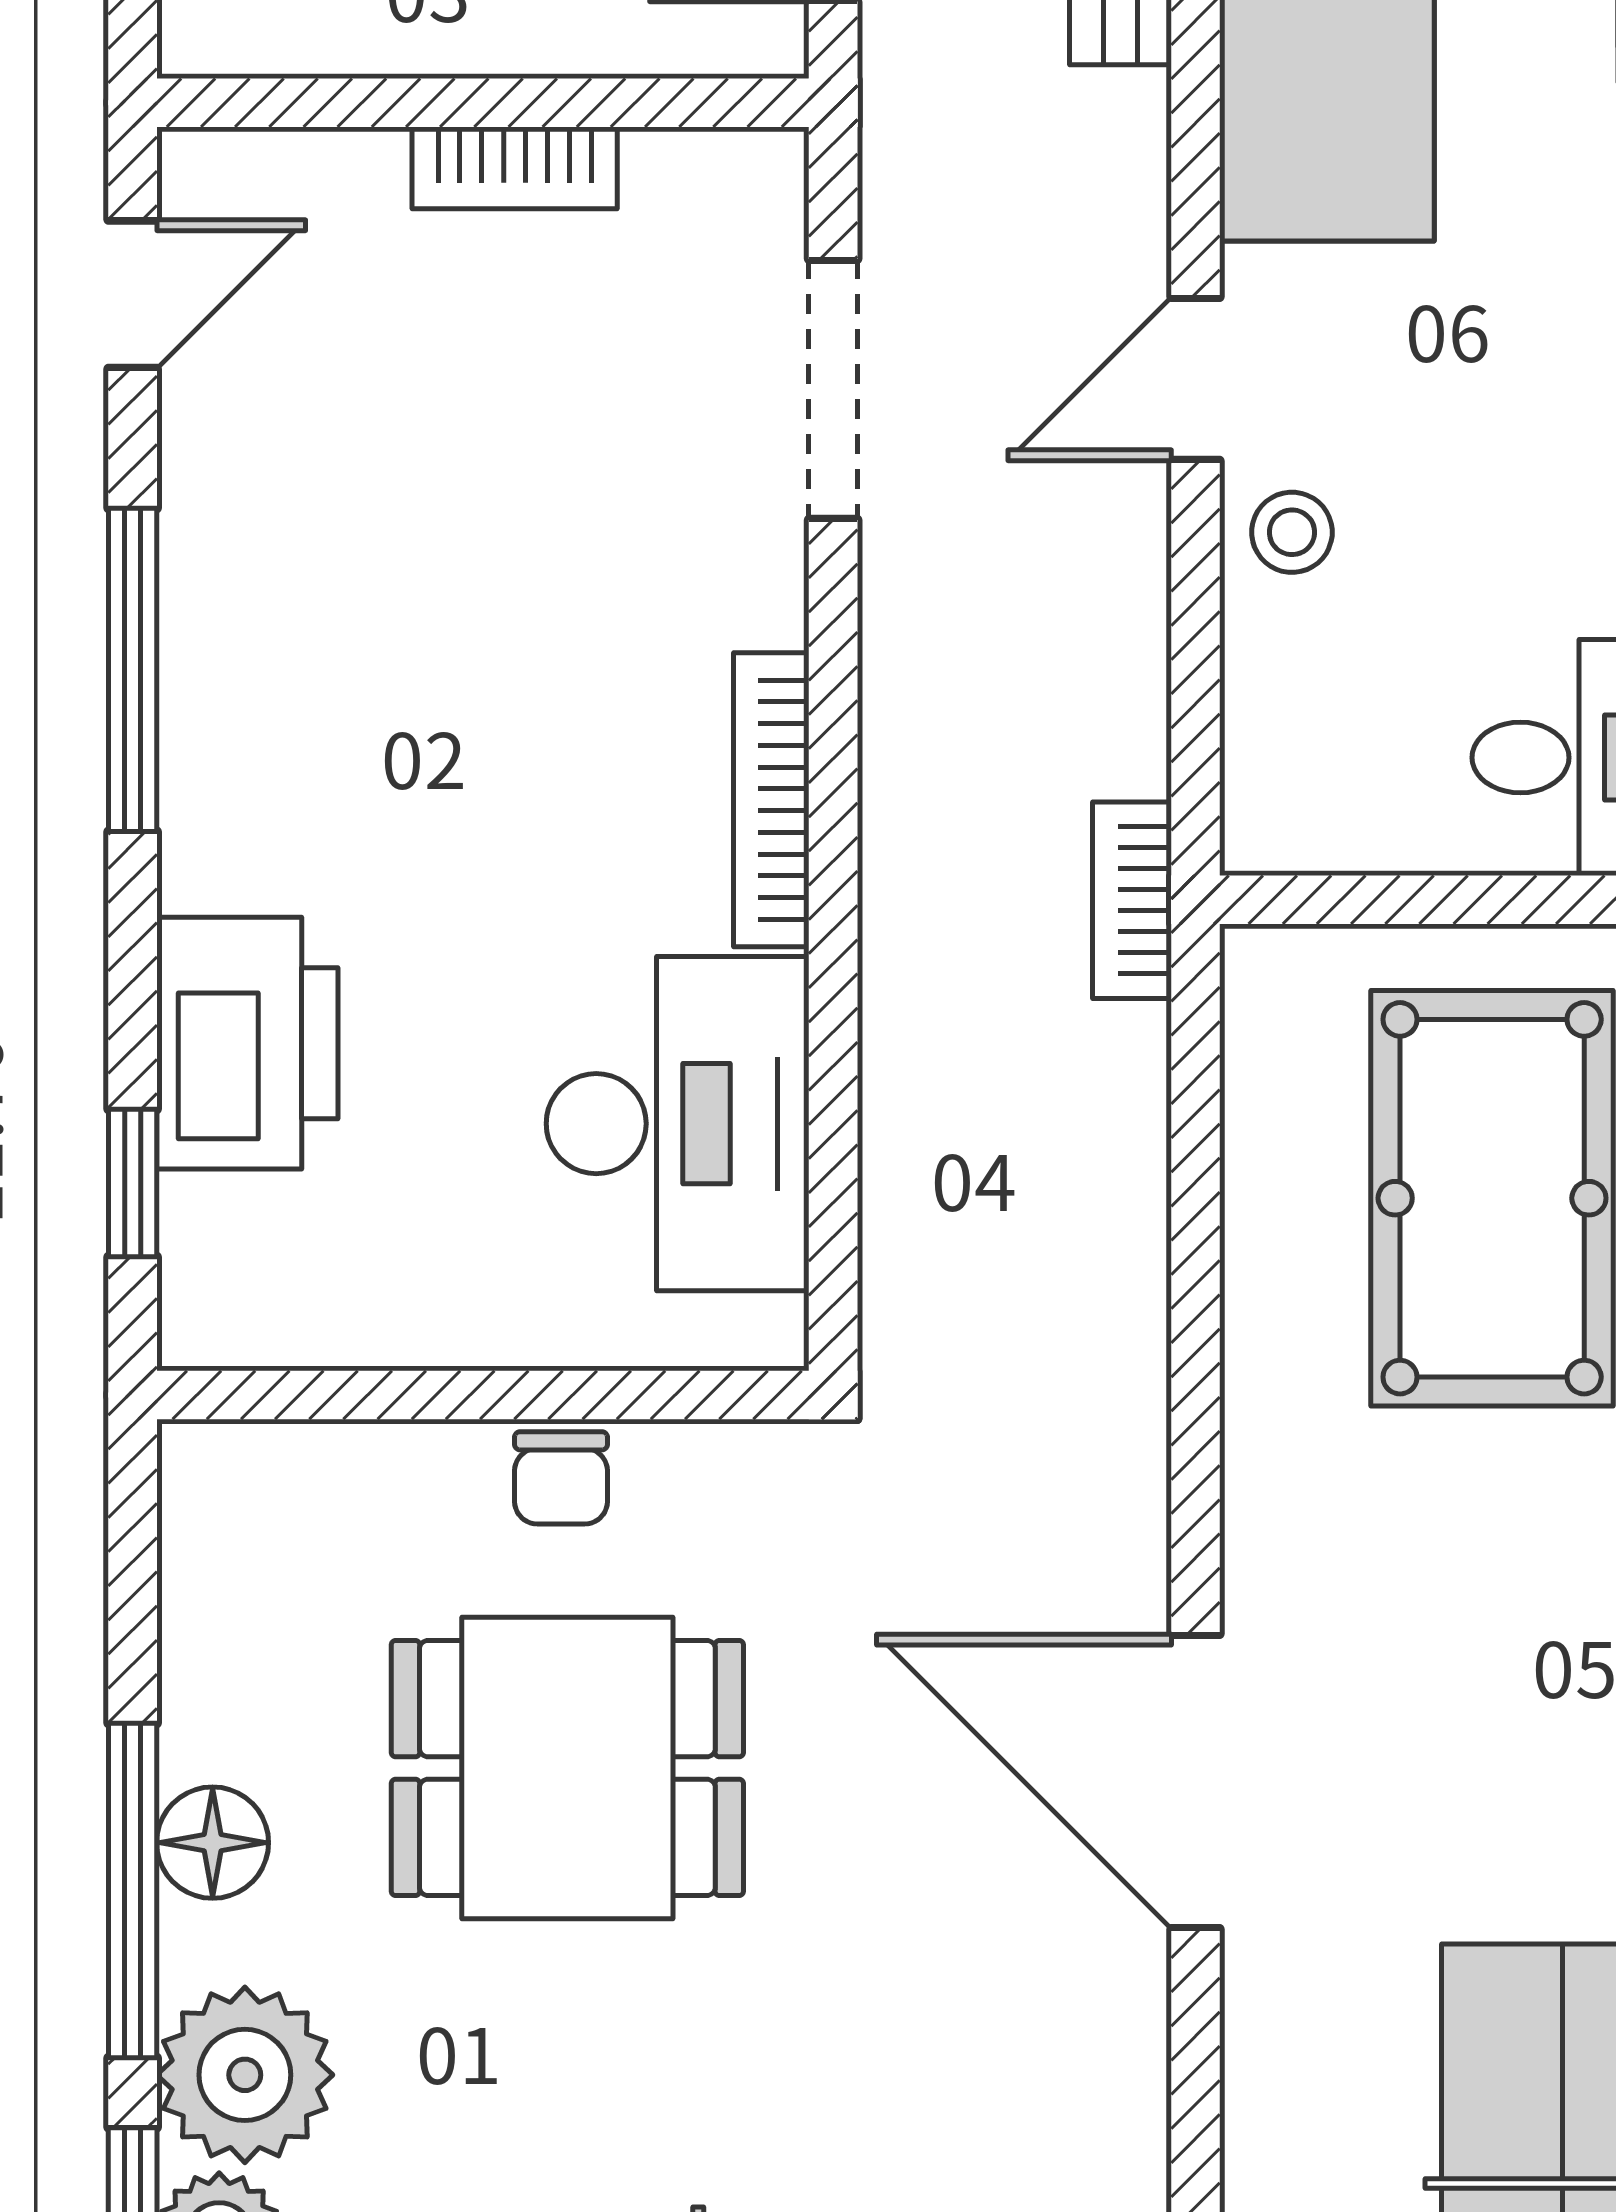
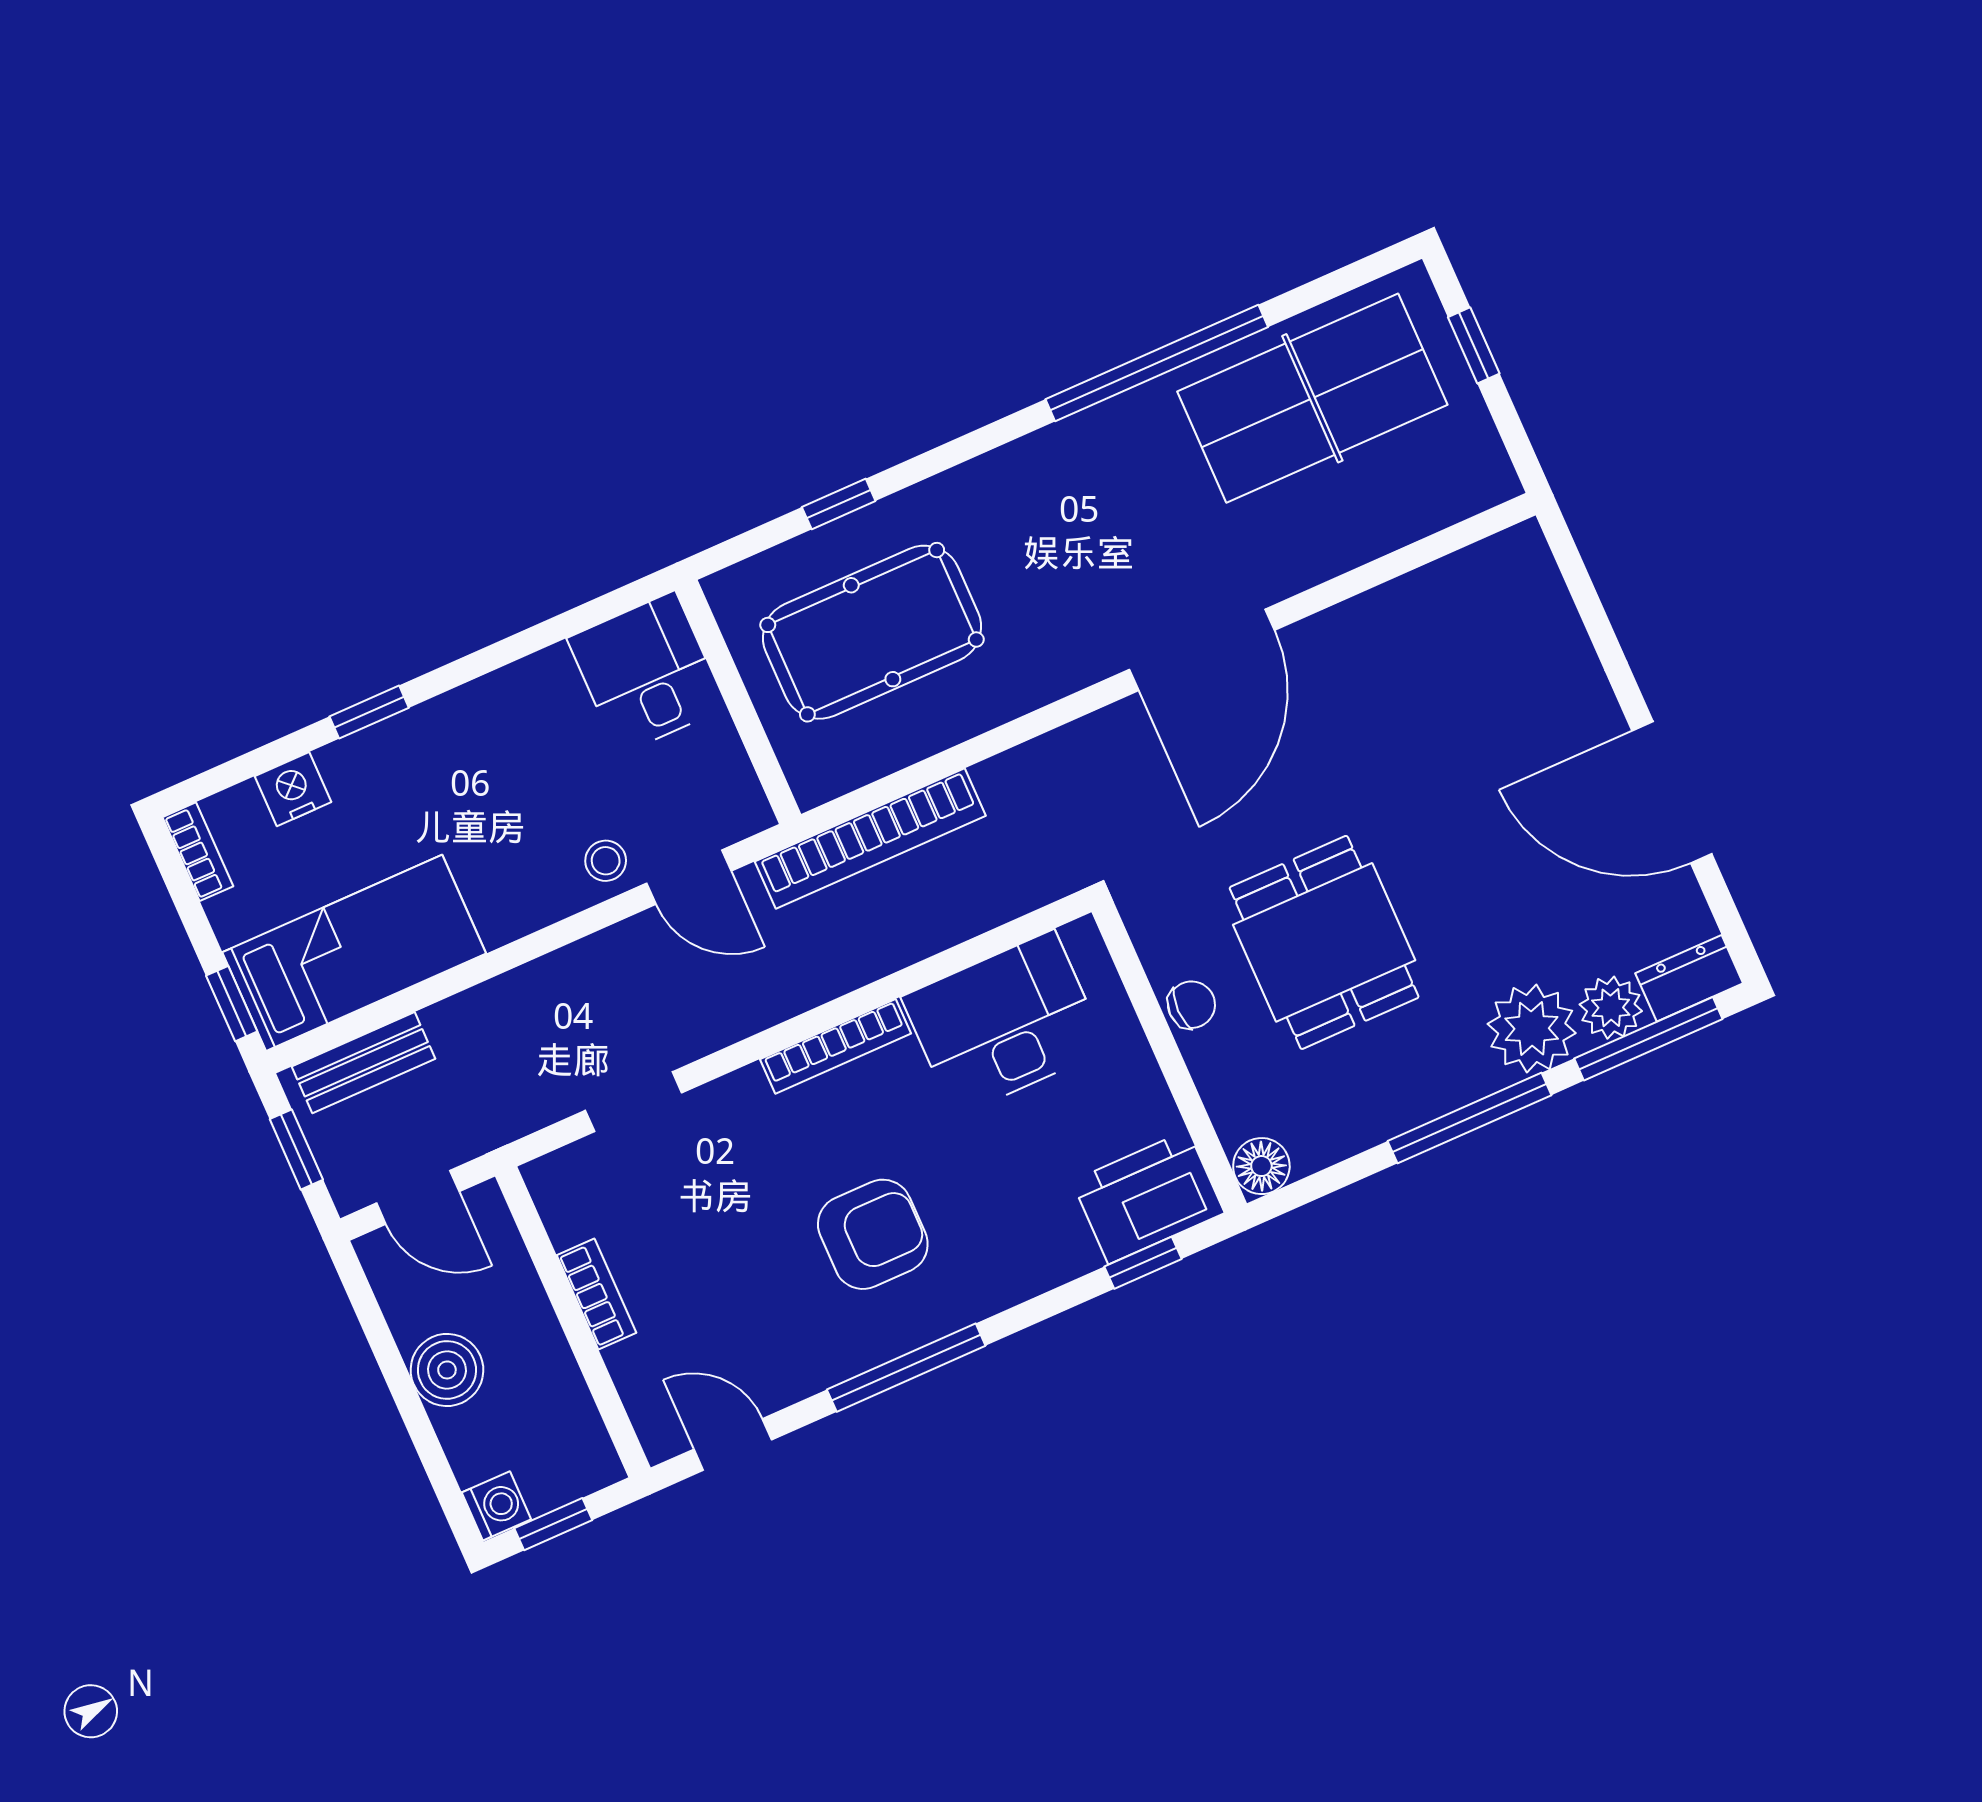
door: (1195, 379) -> (689, 877), moved
doorway: (833, 389) -> (634, 1102), width x0.73
armchair: (401, 716) -> (873, 1234), added
bookcase: (1132, 900) -> (870, 839), width x2.31, depth x1.31
printer: (247, 1043) -> (1148, 1197), moved
floor lamp: (213, 1843) -> (1261, 1166), moved

